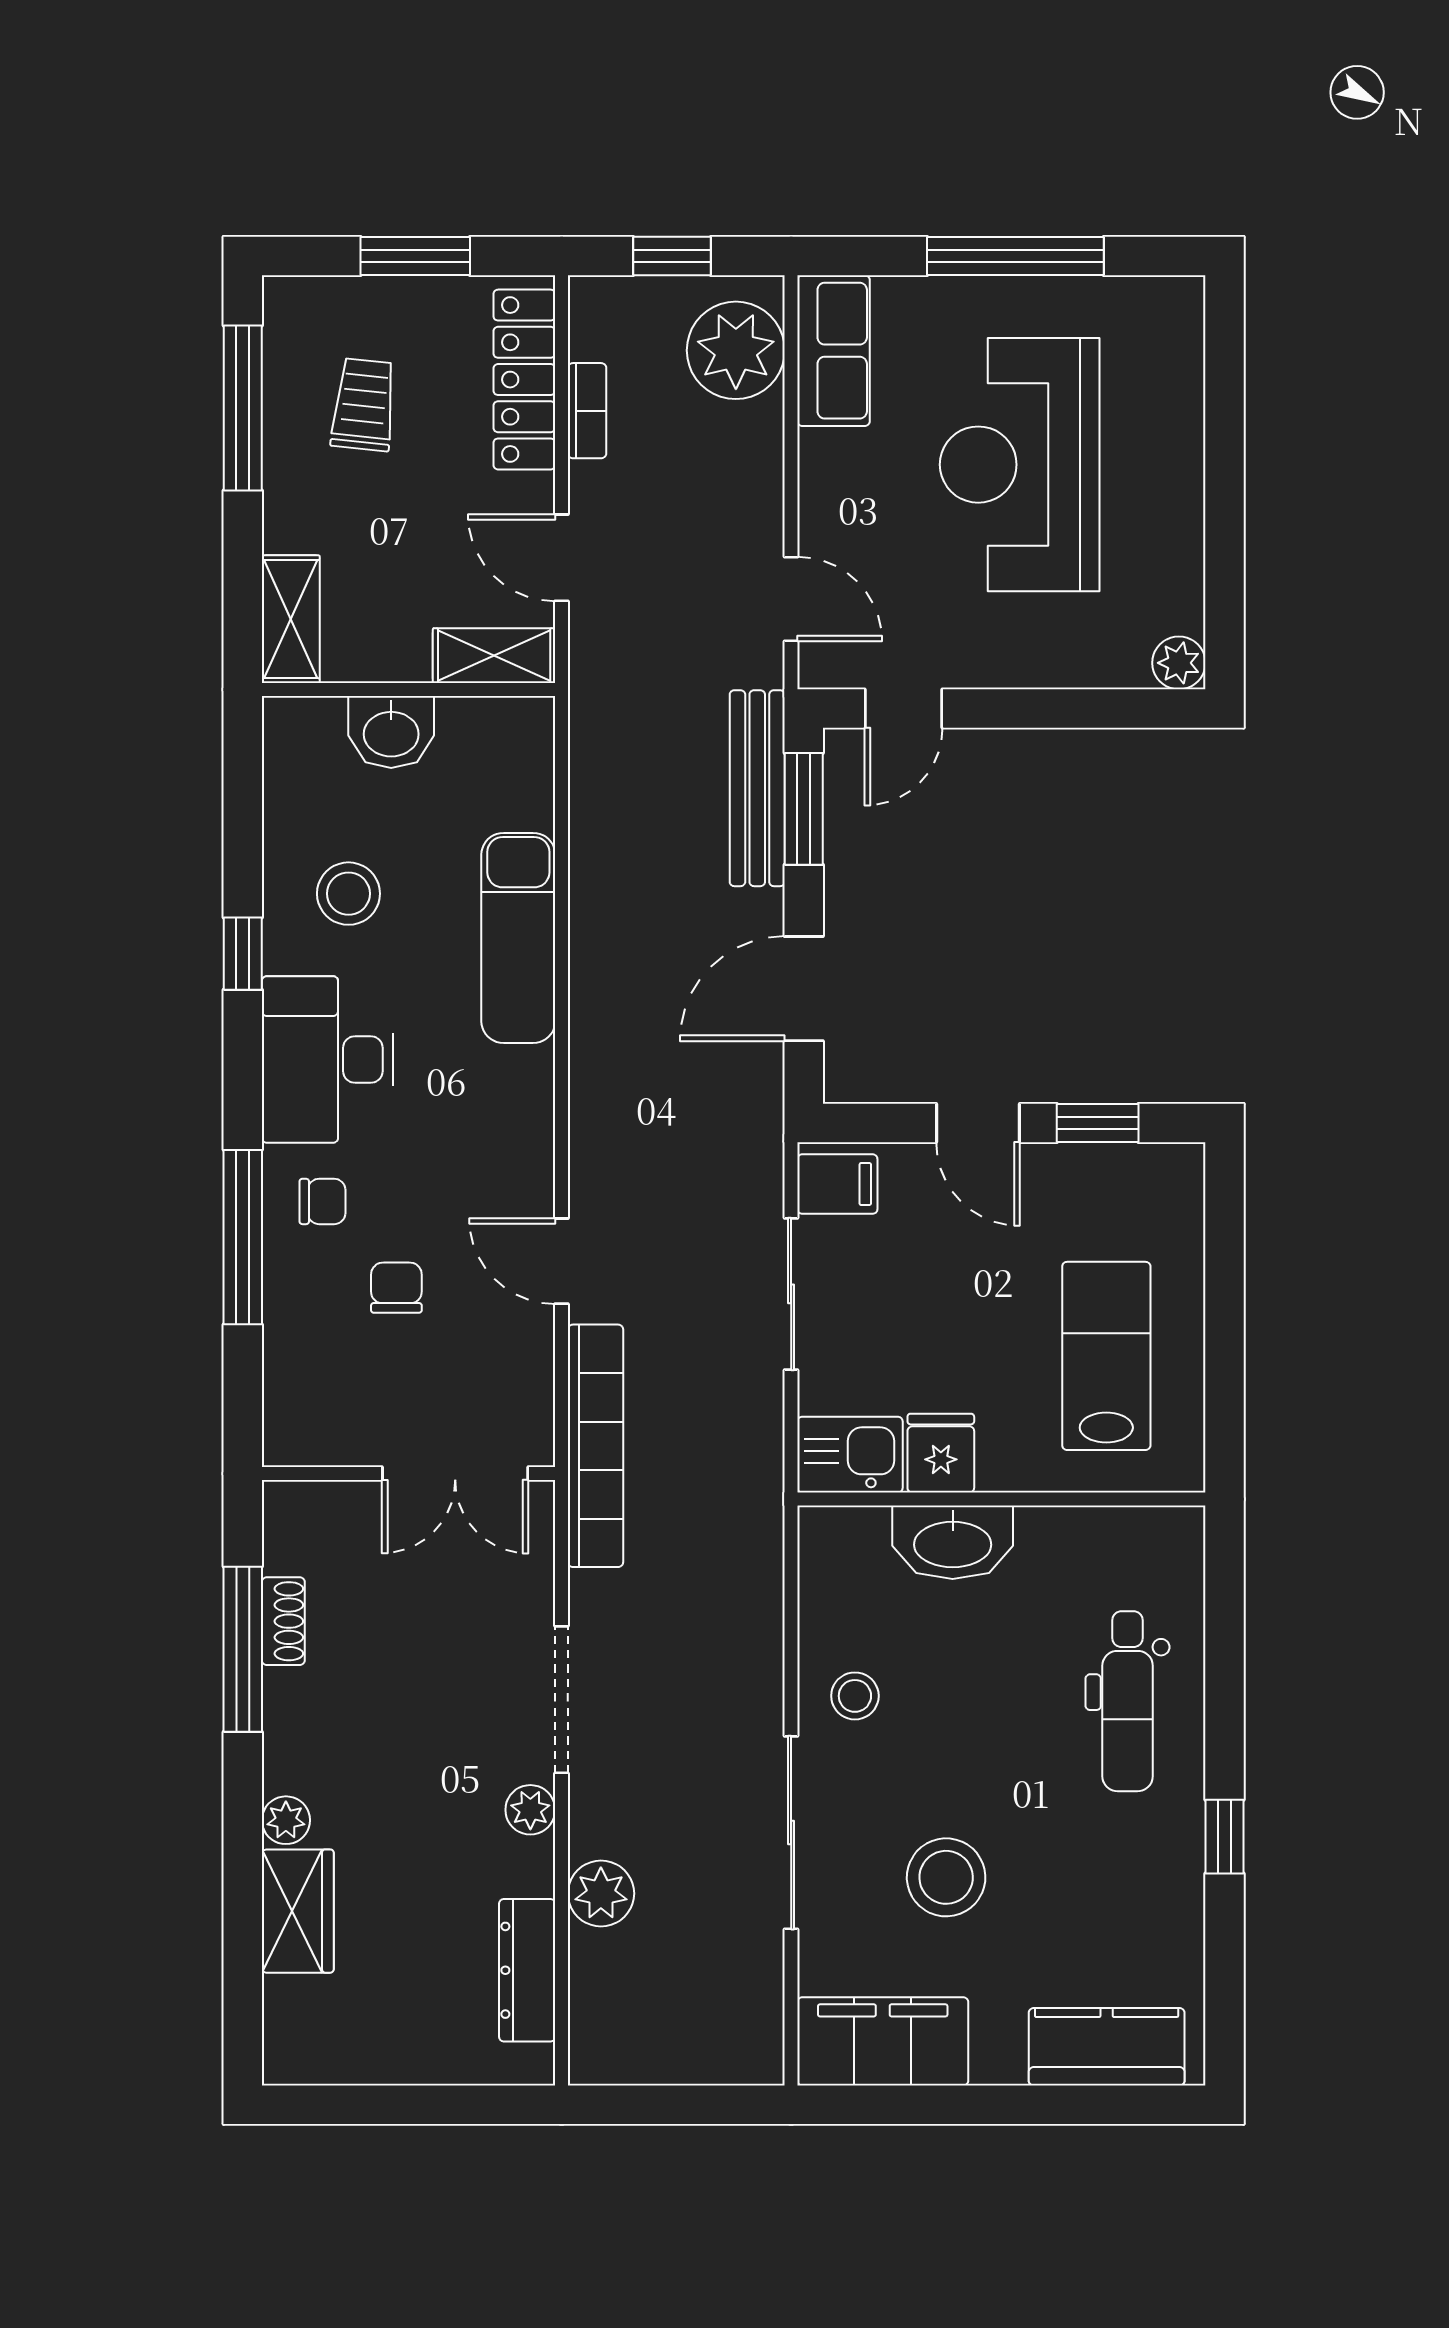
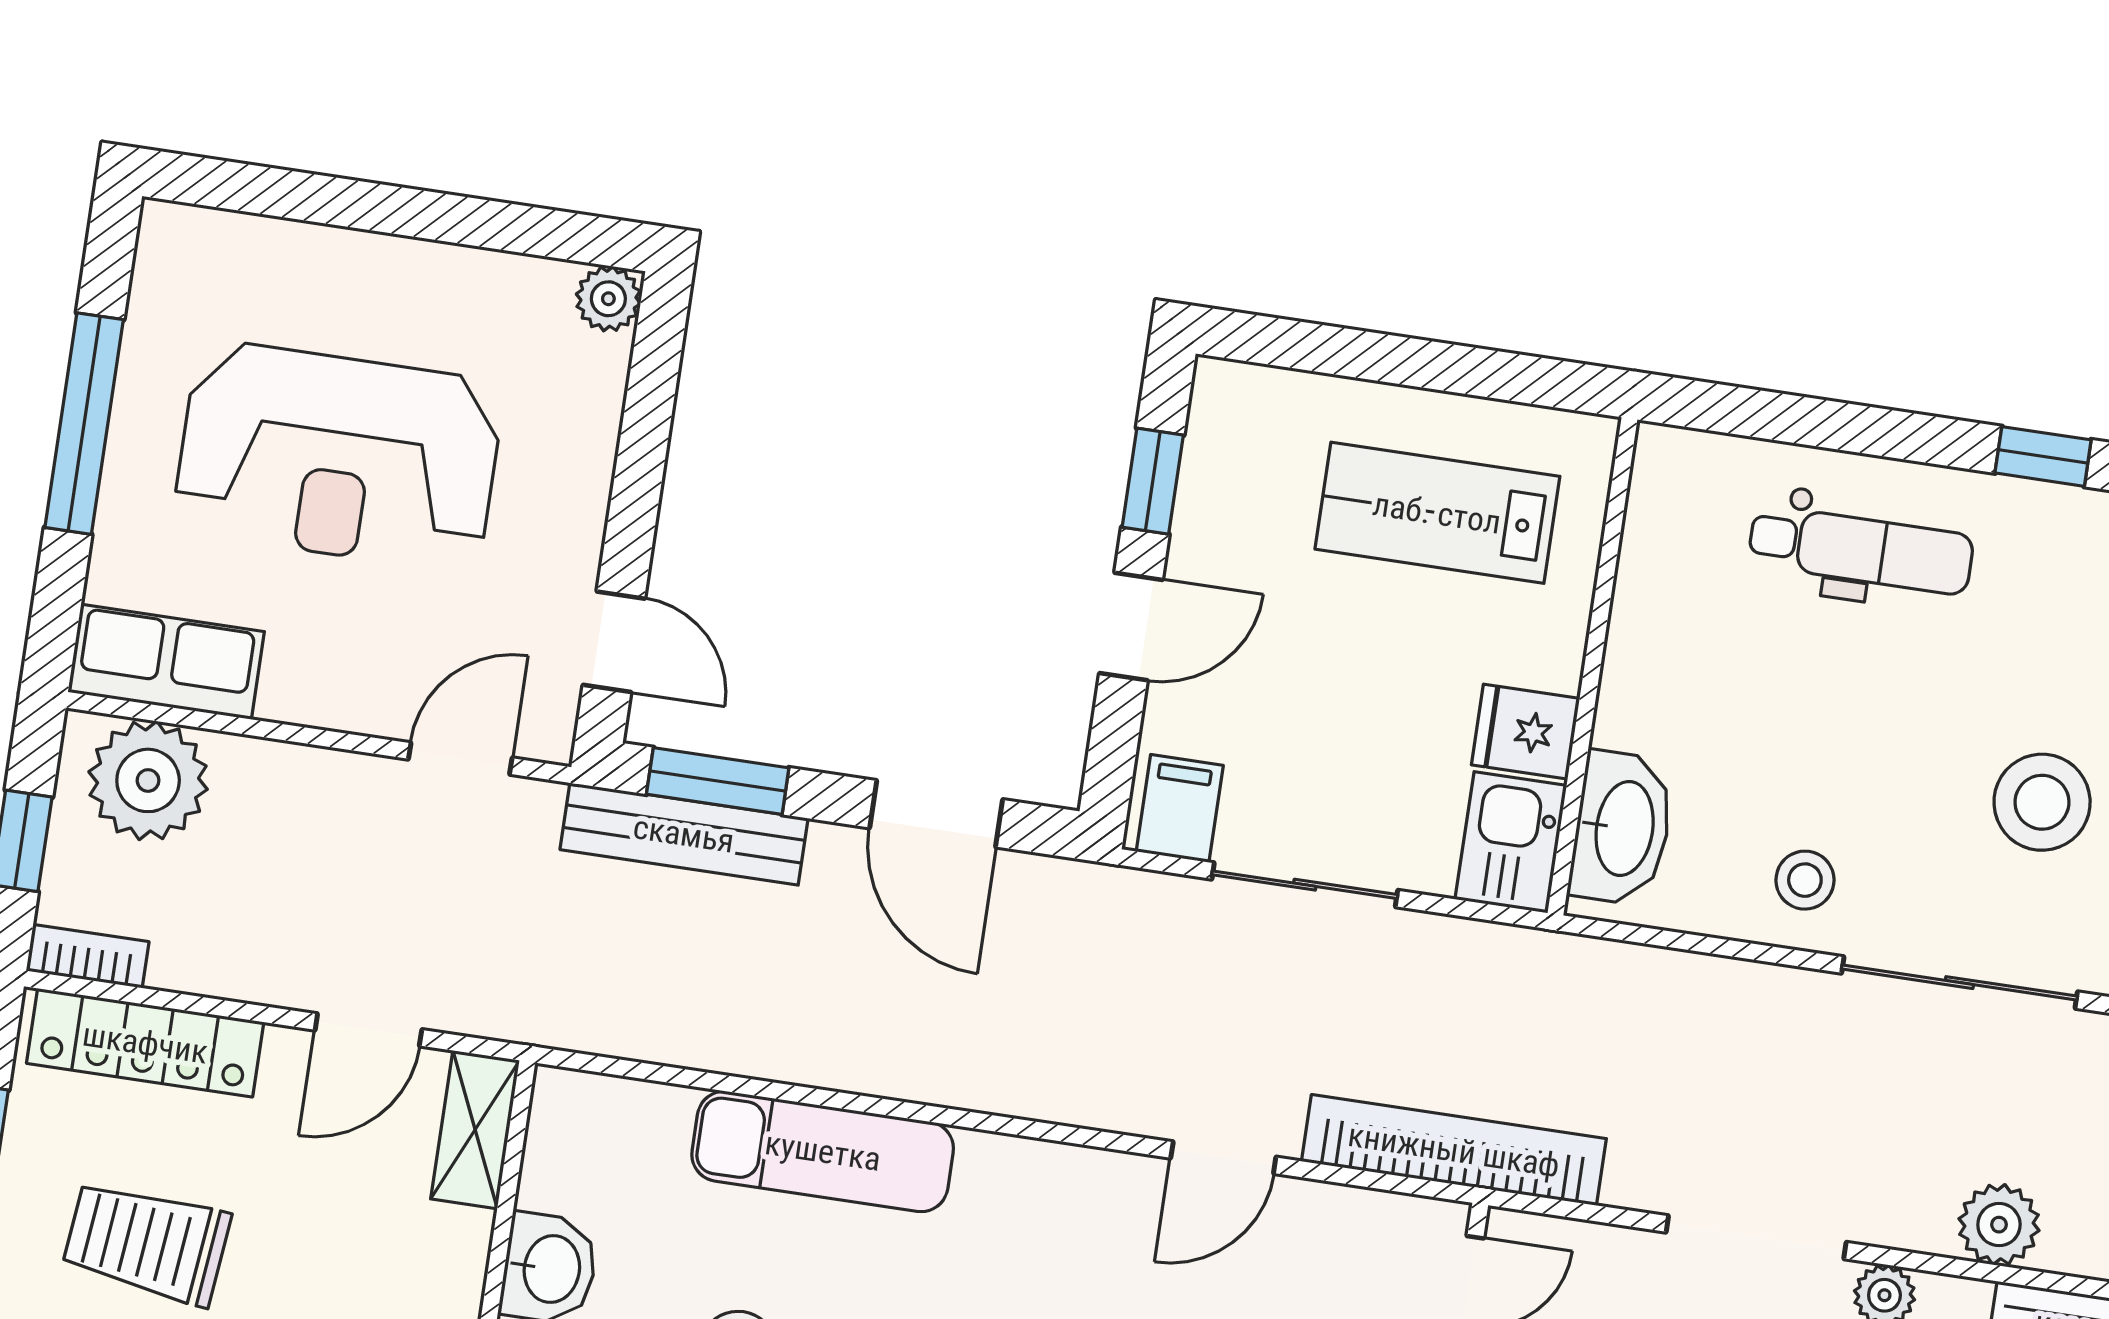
trolley: (364, 405) -> (147, 1242), width x1.36, depth x1.39
bookcase: (587, 411) -> (88, 956), moved
washbasin: (953, 1542) -> (1622, 828), moved

